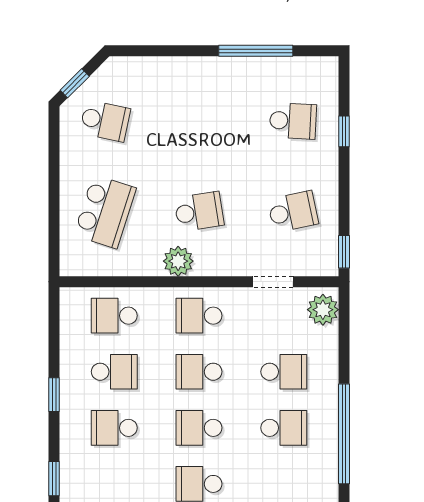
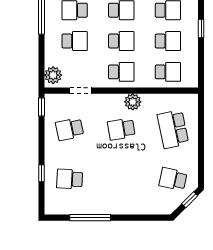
school desk: (105, 212) -> (173, 129), turned -30
school desk: (114, 372) -> (168, 41), turned 180
school desk: (284, 372) -> (75, 41), turned 180

